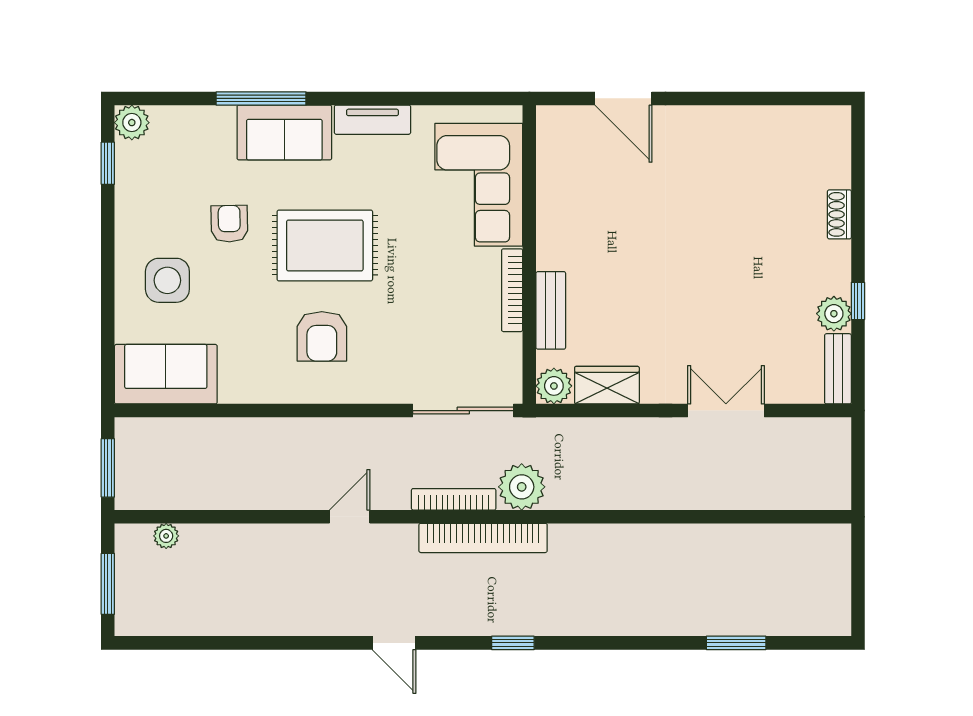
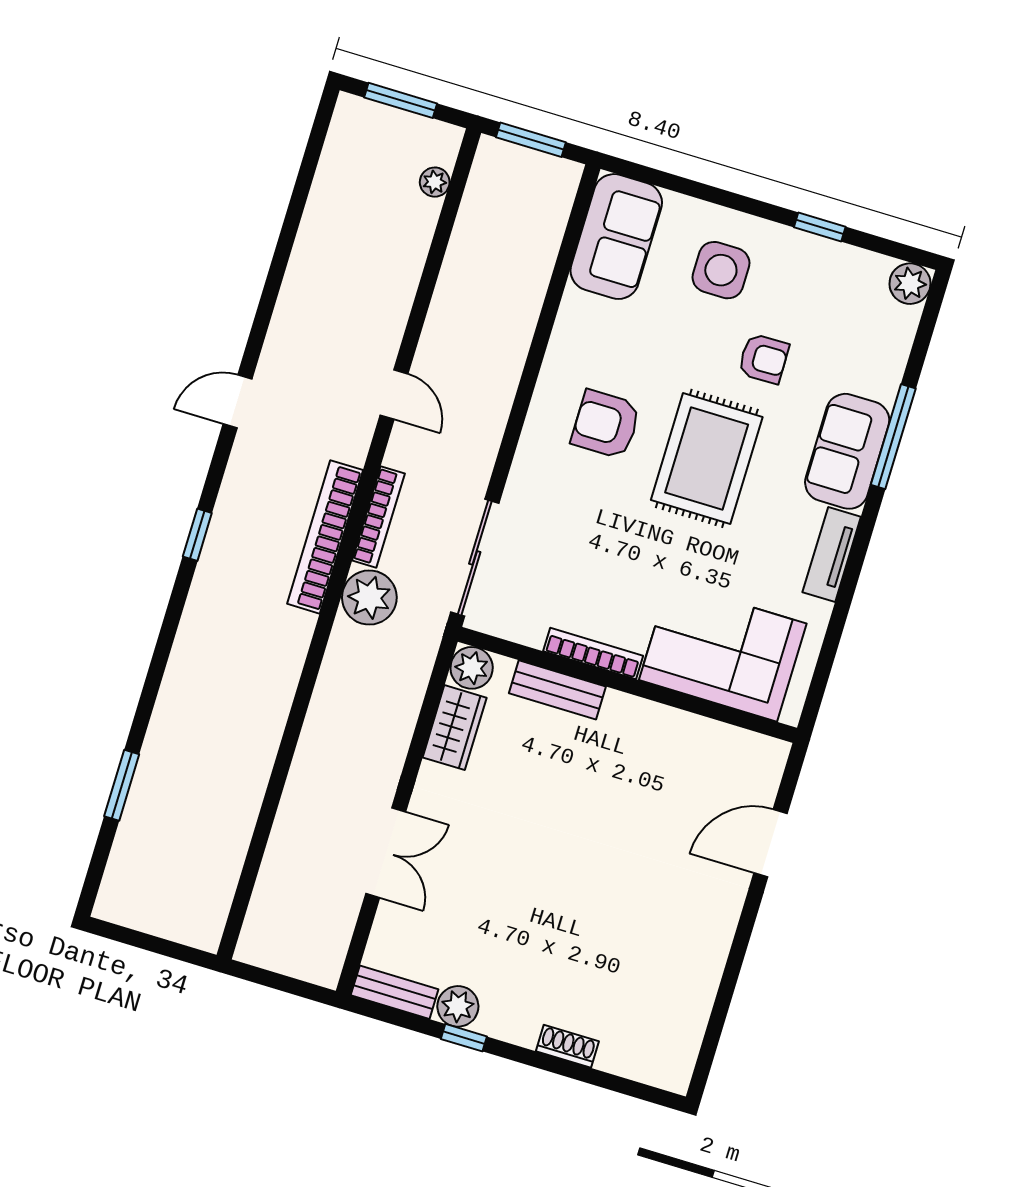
window: (108, 163) -> (820, 227), moved

